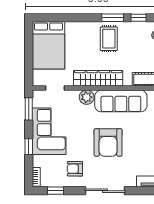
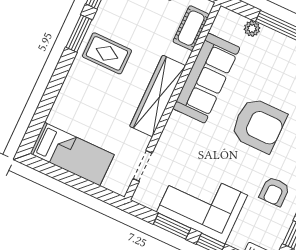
bed: (49, 45) -> (72, 154), width x0.67
plant: (87, 97) -> (178, 126), removed
window: (29, 109) -> (172, 226), moved

